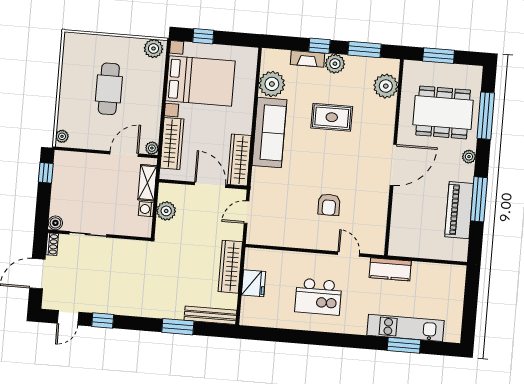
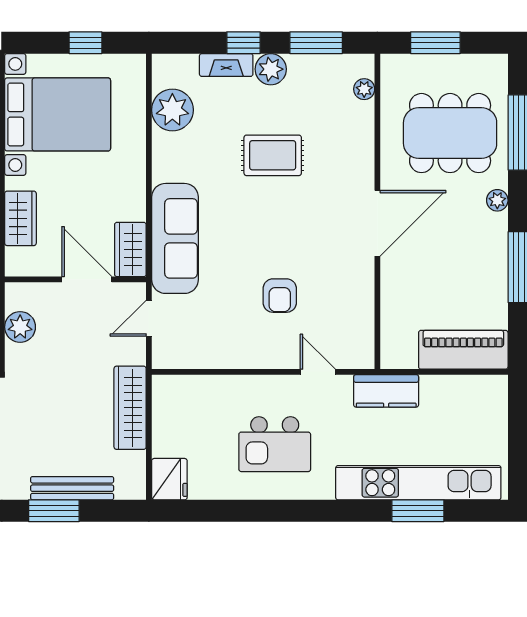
window: (203, 36) -> (85, 43), moved
plant: (386, 86) -> (364, 89), width x0.53, depth x0.53
sofa: (269, 133) -> (175, 238), moved
wardrobe: (172, 144) -> (20, 218), width x0.67
wardrobe: (239, 160) -> (130, 249), width x0.67
piano: (459, 210) -> (463, 350), moved, turned 90
fridge: (254, 283) -> (169, 479), moved
bench: (210, 315) -> (72, 488), moved
kitchen unit: (405, 328) -> (418, 483), width x1.36

